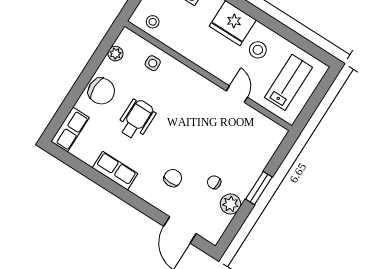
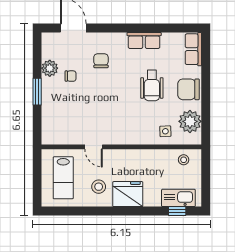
plant: (115, 54) -> (190, 121), width x1.87, depth x1.87
chair: (173, 178) -> (101, 61), turned 180

